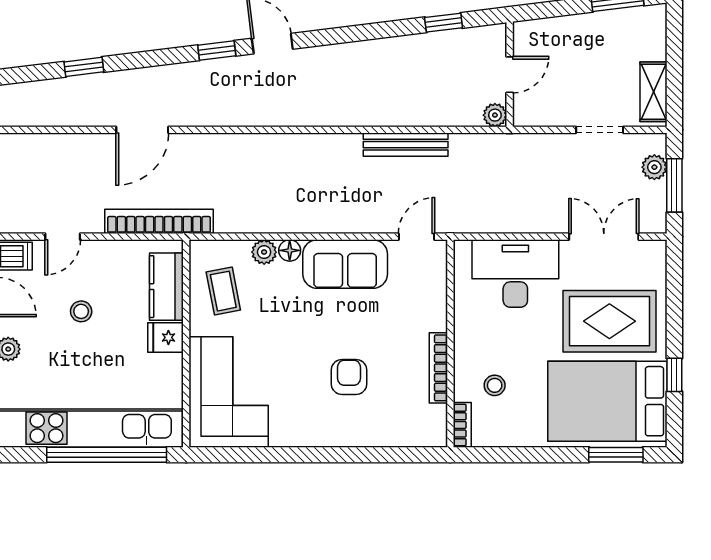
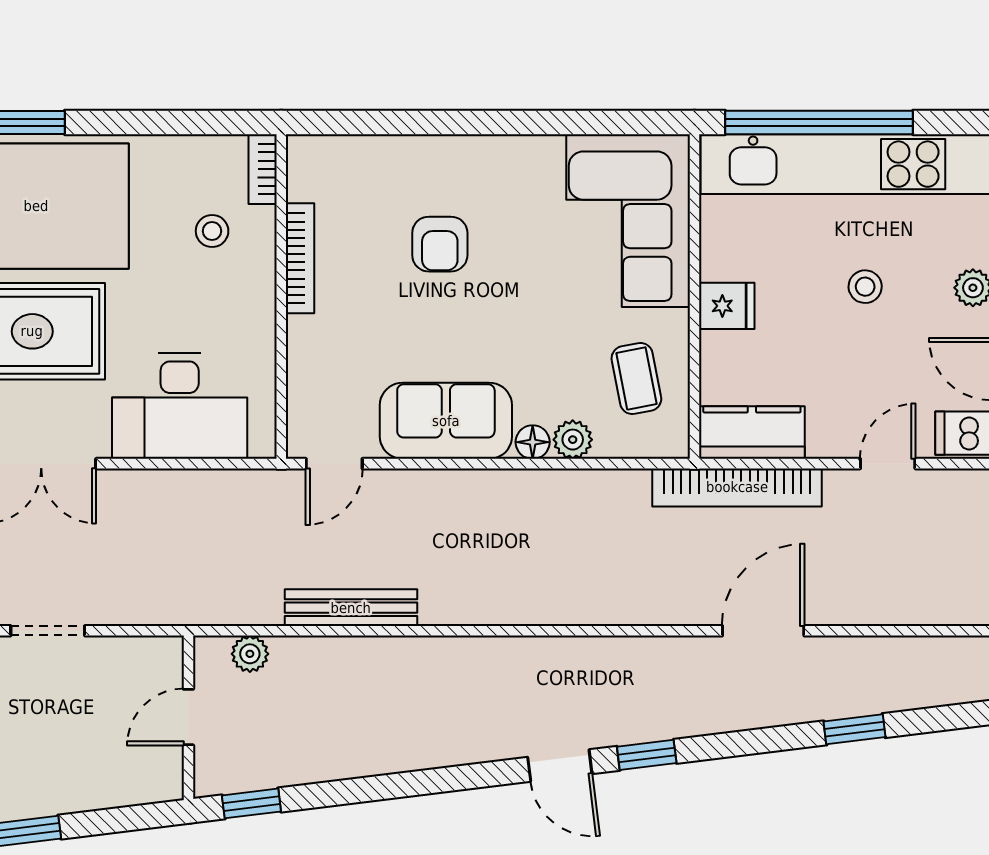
window: (444, 23) -> (251, 803), moved
plant: (495, 115) -> (250, 654), moved
kitchen counter: (166, 287) -> (752, 433), moved, turned -90
stool: (81, 311) -> (865, 287), moved

